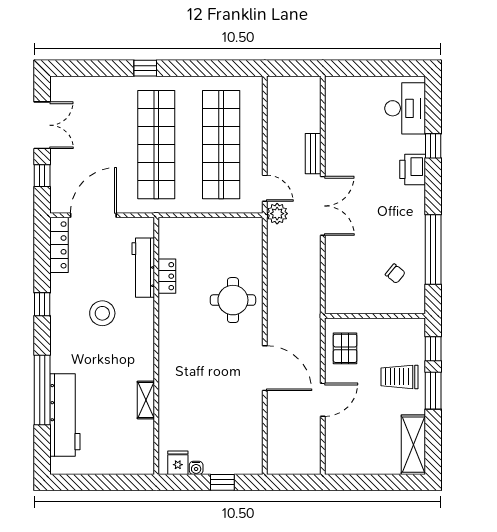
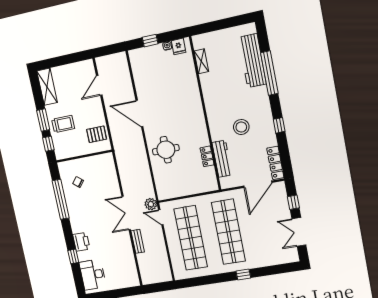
pallet: (345, 348) -> (97, 134), turned 90
shelving: (146, 400) -> (201, 61), moved
door: (323, 400) -> (99, 85), moved

